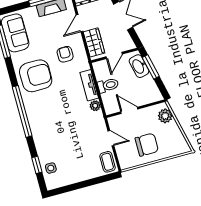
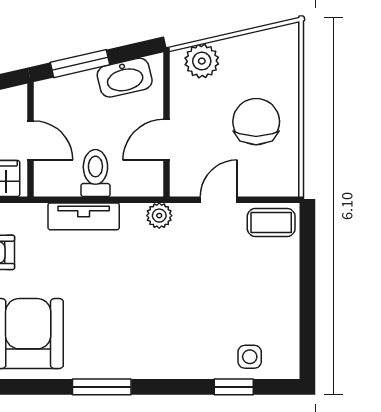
washbasin: (139, 66) -> (125, 78), moved
plant: (95, 106) -> (159, 216), moved
window: (22, 111) -> (102, 387), width x0.47

